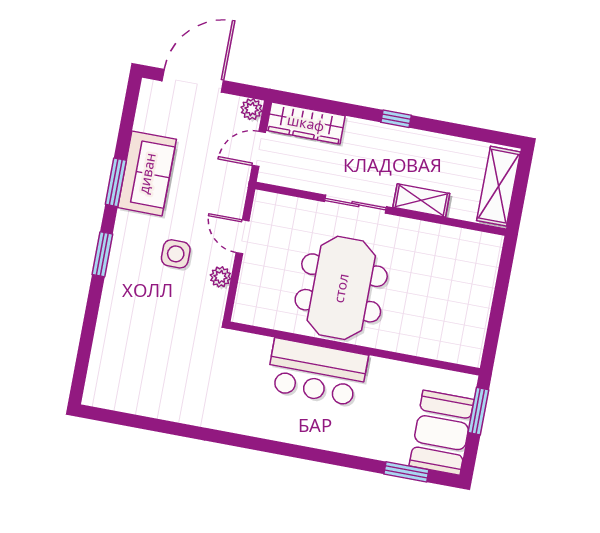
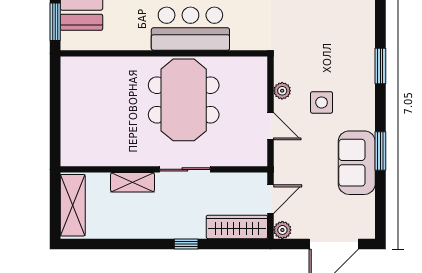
window: (396, 119) -> (186, 244), moved
window: (102, 254) -> (380, 66), moved

